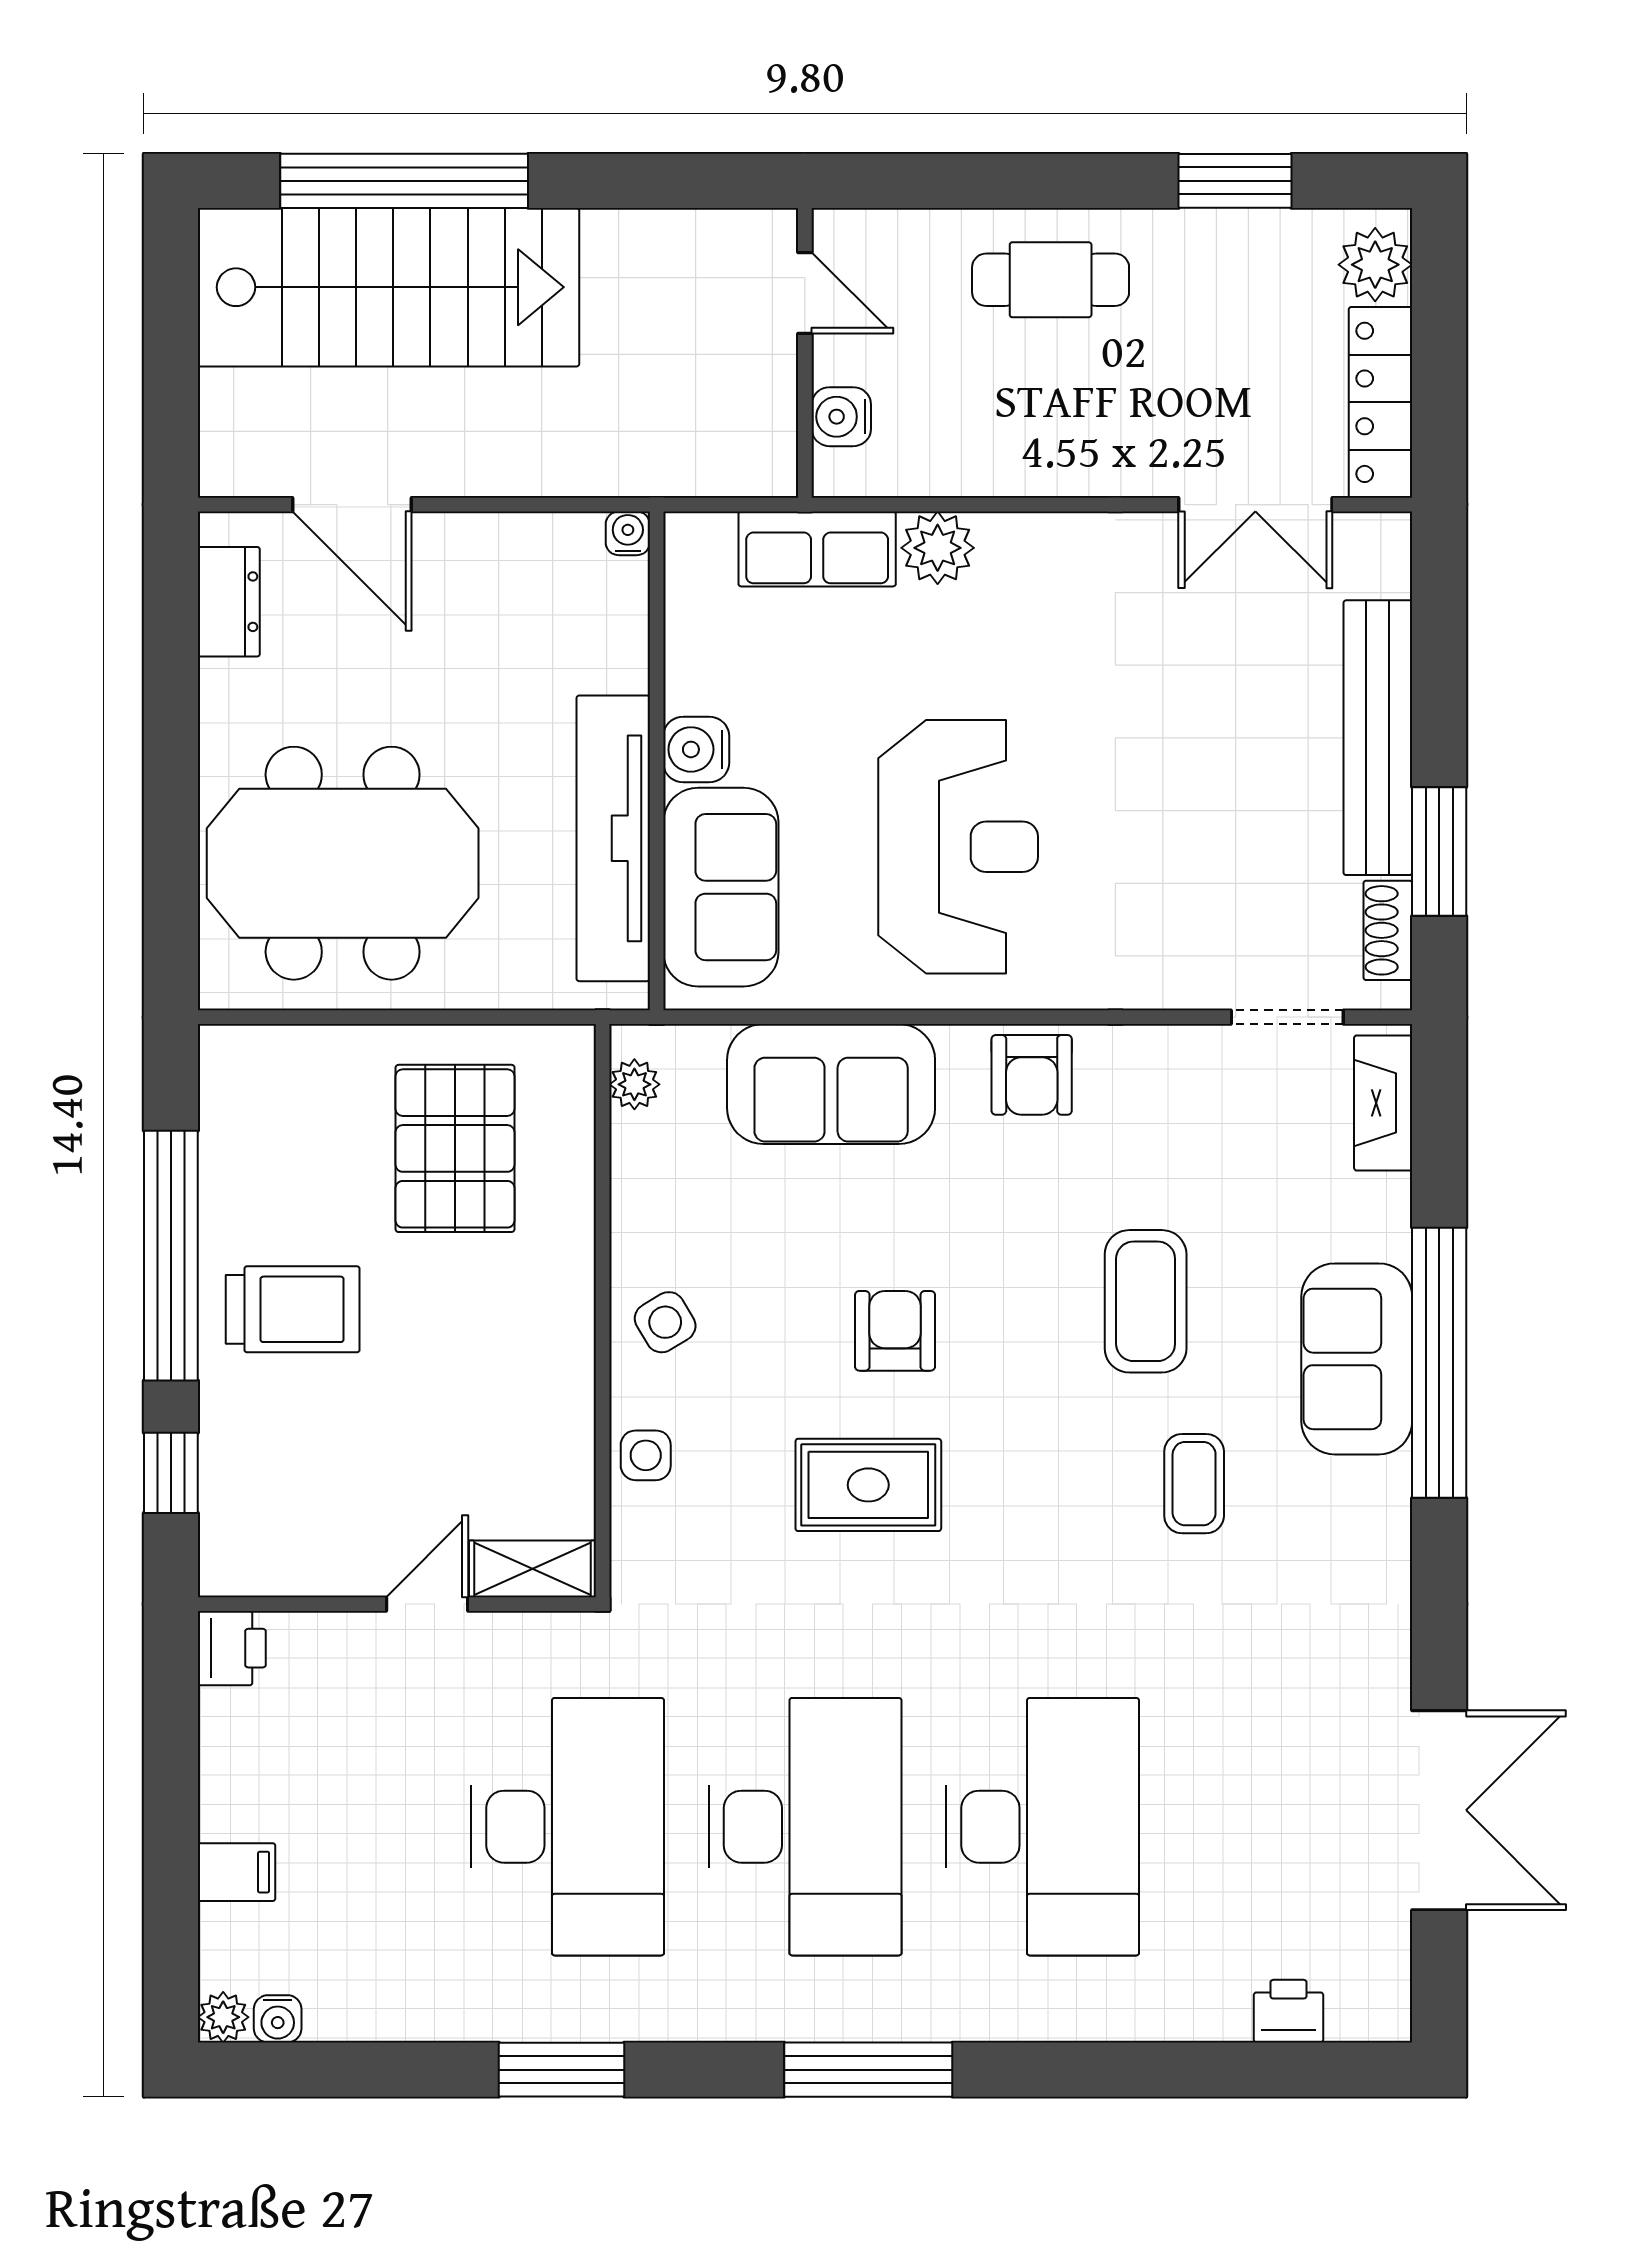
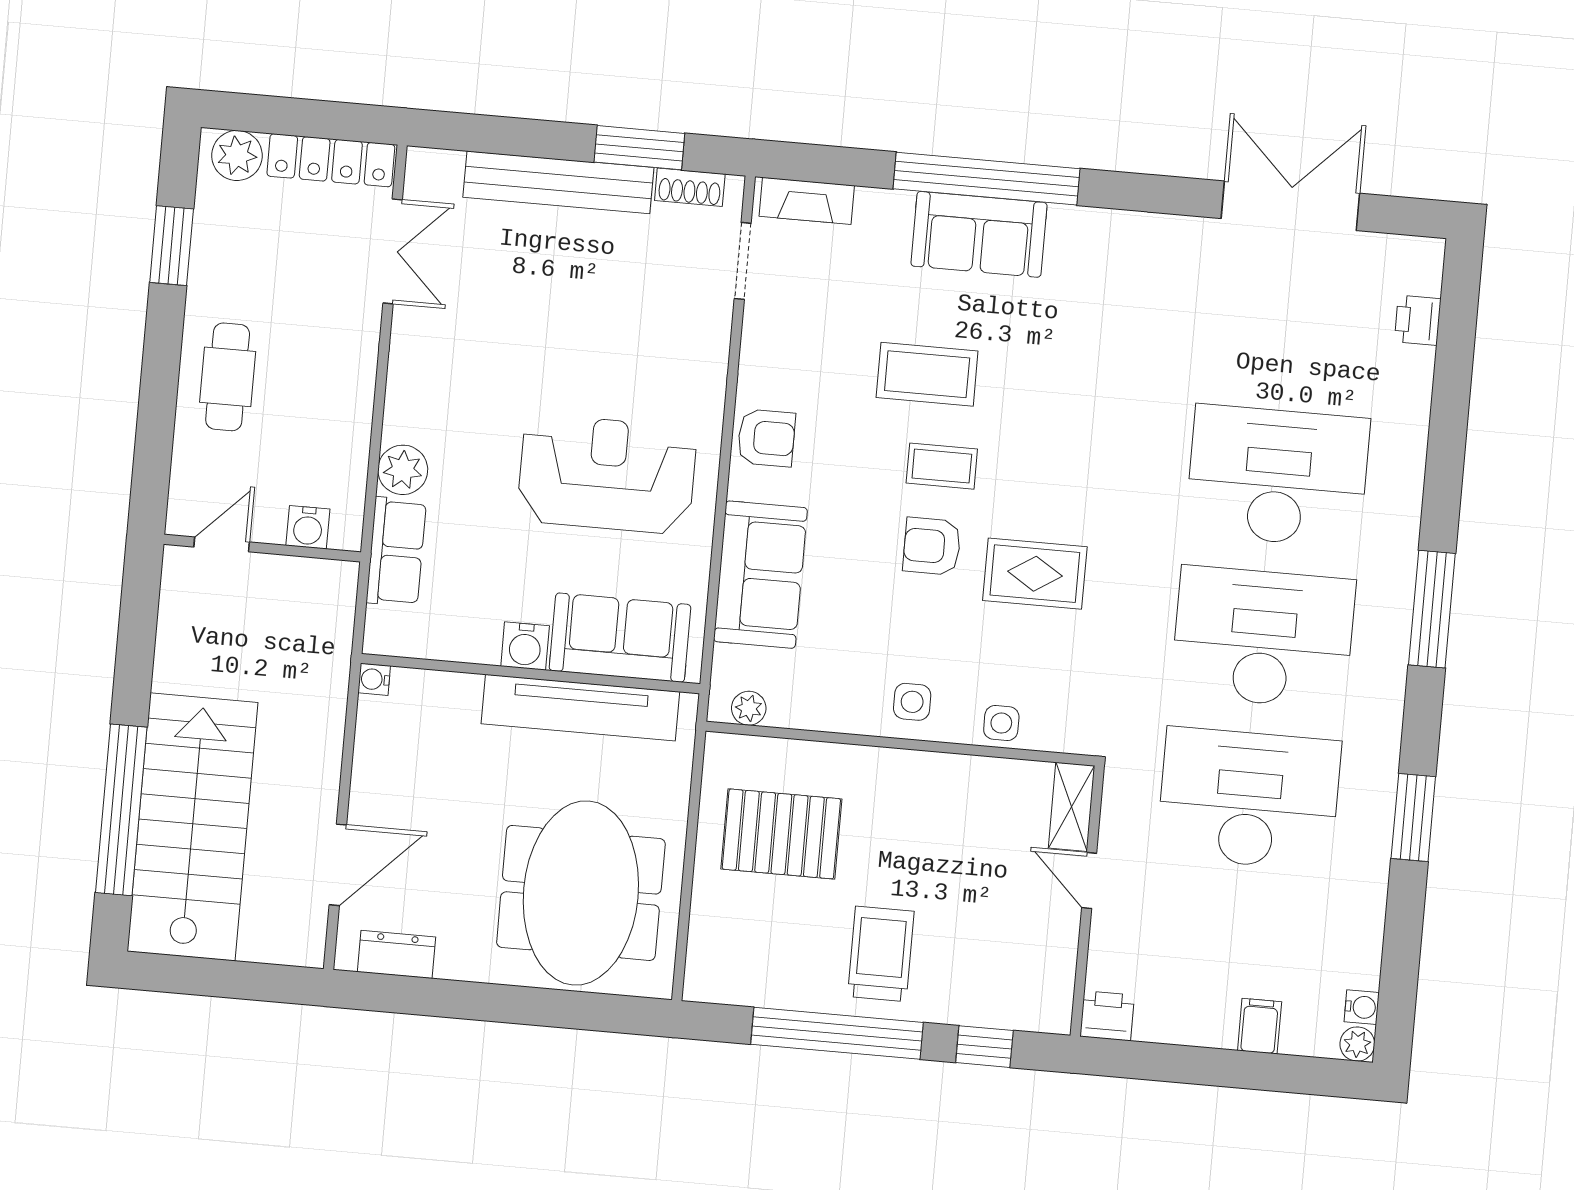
side table: (665, 1322) -> (912, 702), turned 31
coffee table: (1194, 1484) -> (942, 466), moved
rug: (868, 1485) -> (1035, 574), turned 90

